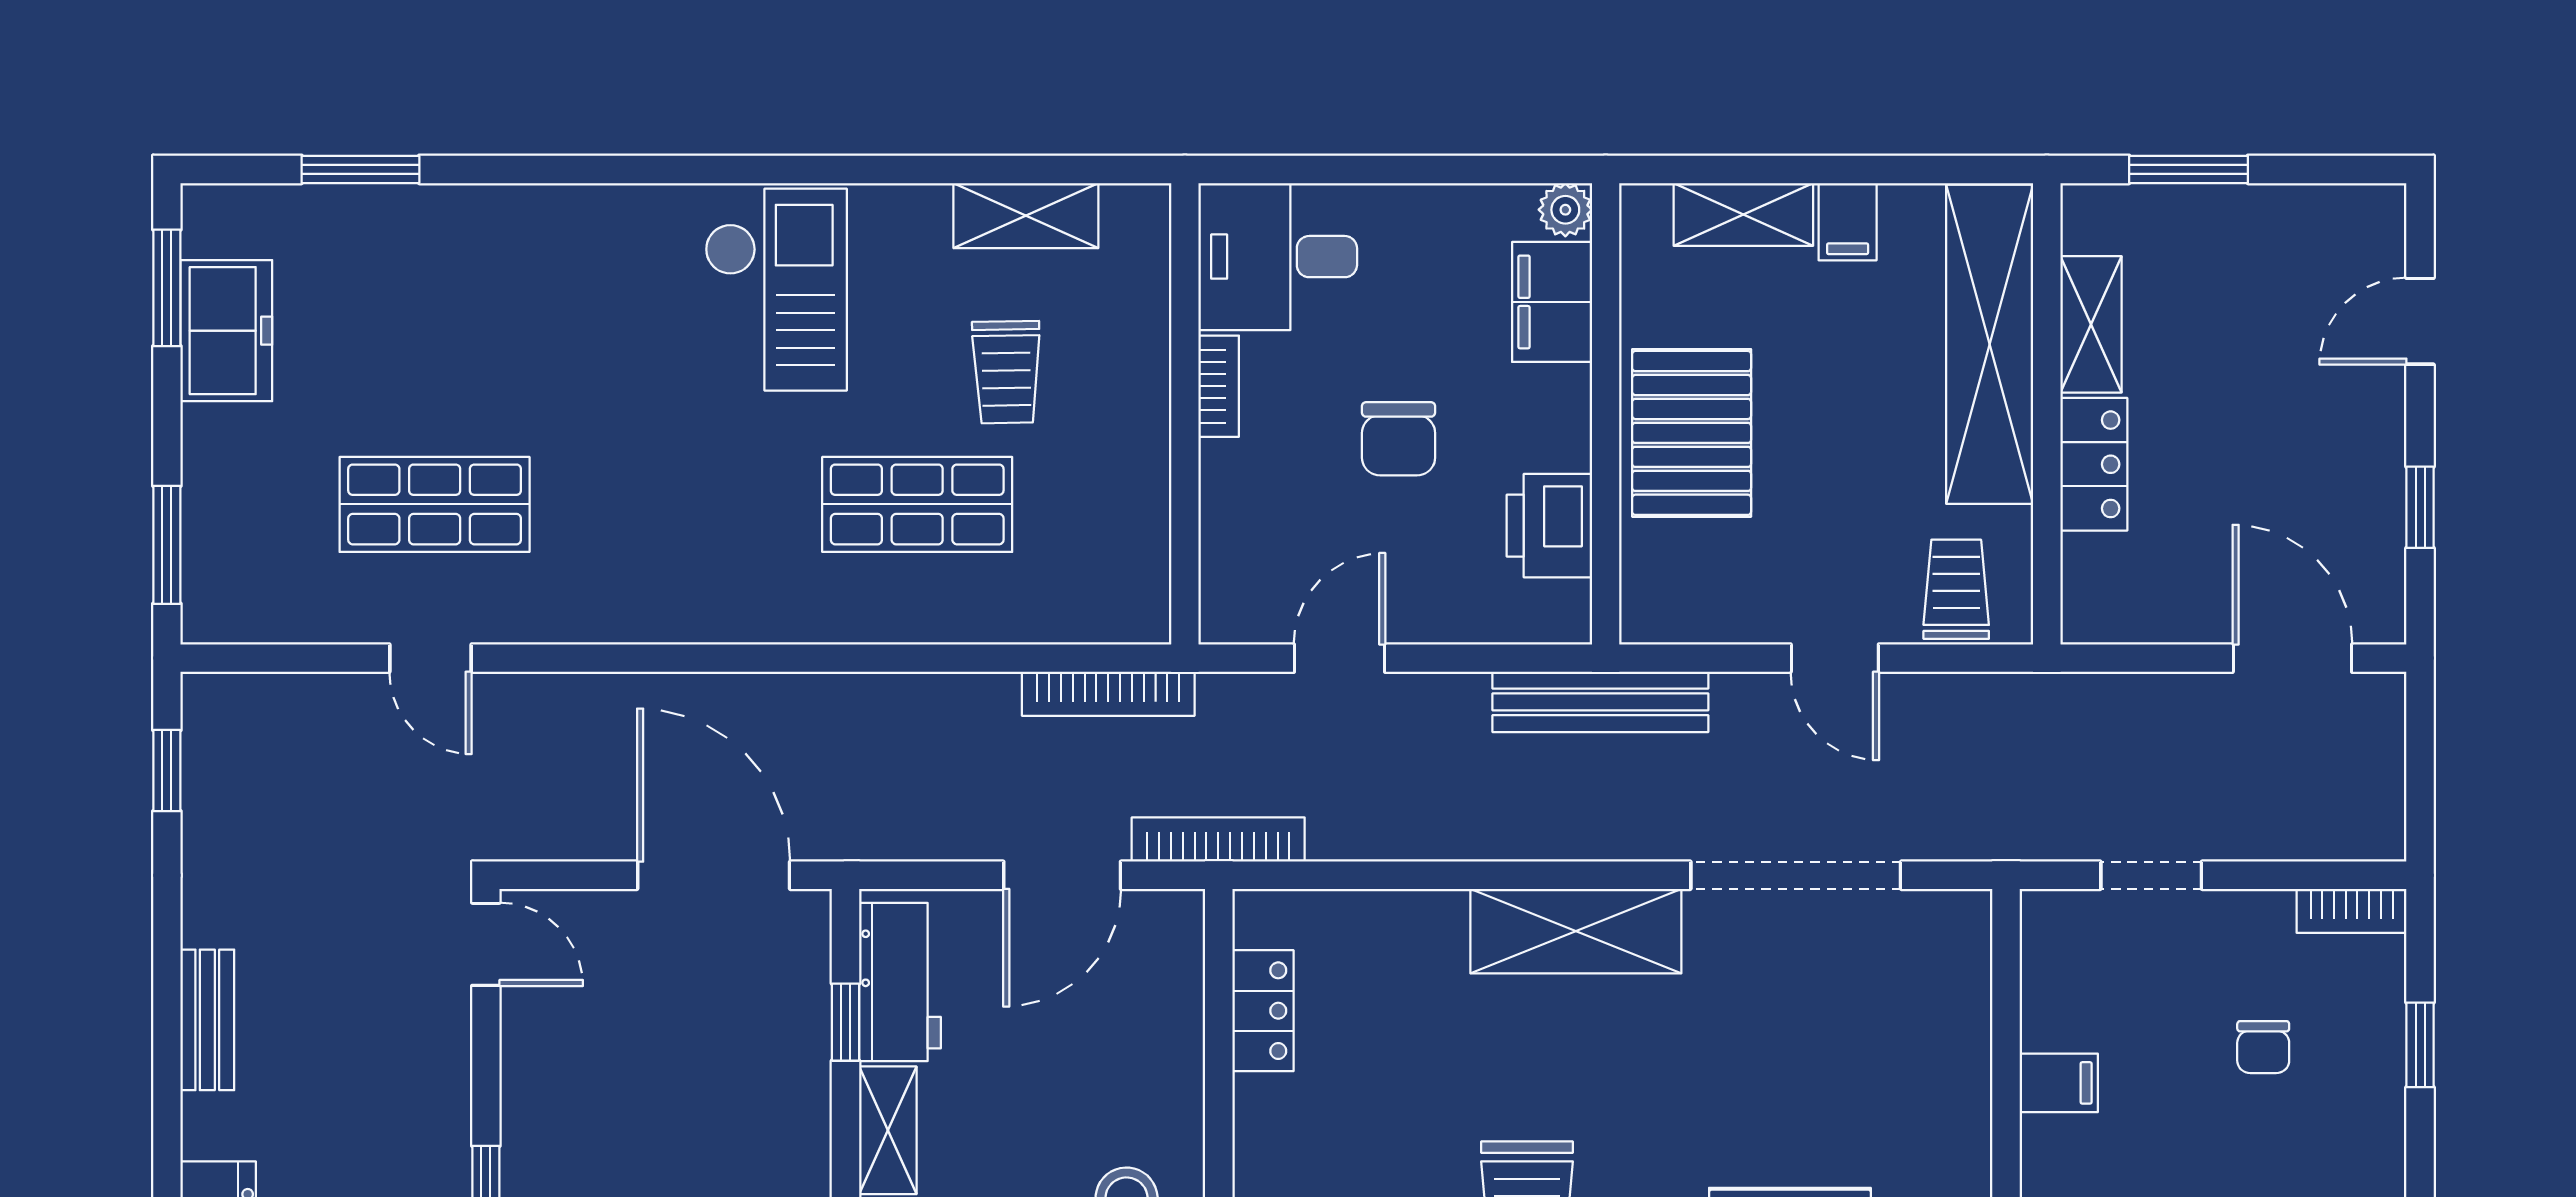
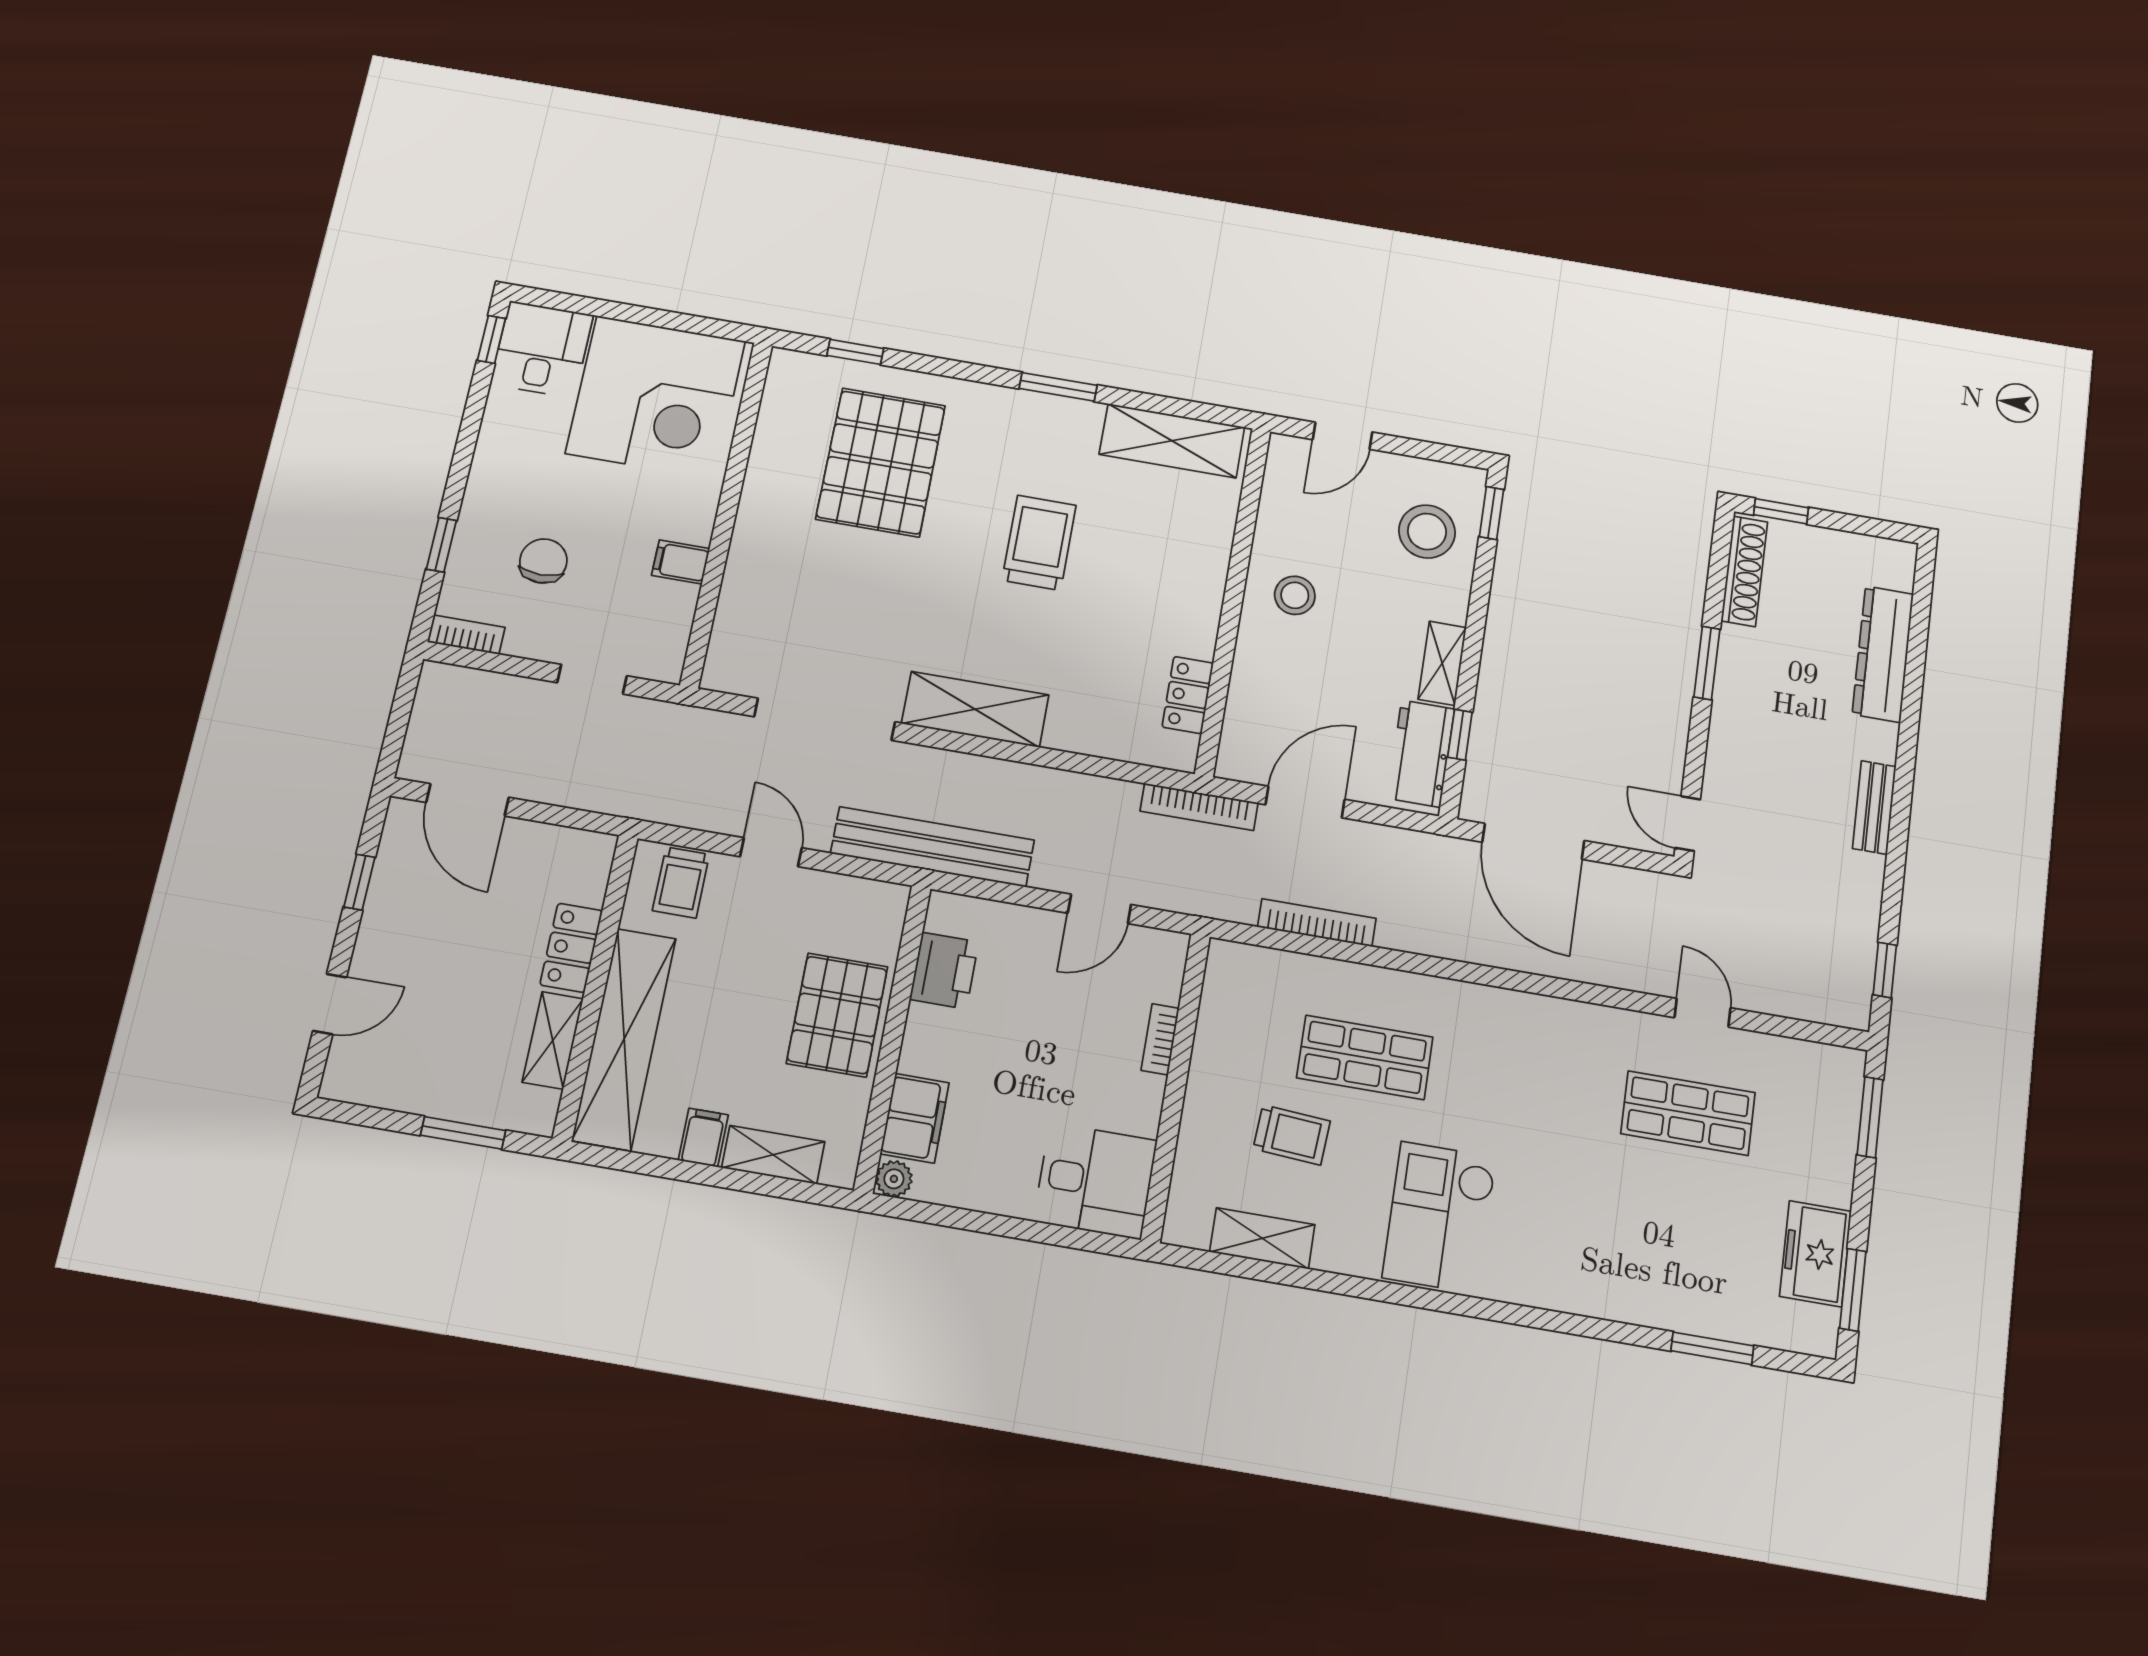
trolley: (1006, 372) -> (1292, 1135), turned 95
bookcase: (1219, 386) -> (1160, 1039), moved
chair: (1399, 439) -> (1035, 1045), removed
bookcase: (1108, 694) -> (1317, 923), moved
bench: (1600, 702) -> (932, 847), width x1.37, depth x1.21
chair: (2263, 1047) -> (543, 561), width x1.37, depth x1.37

